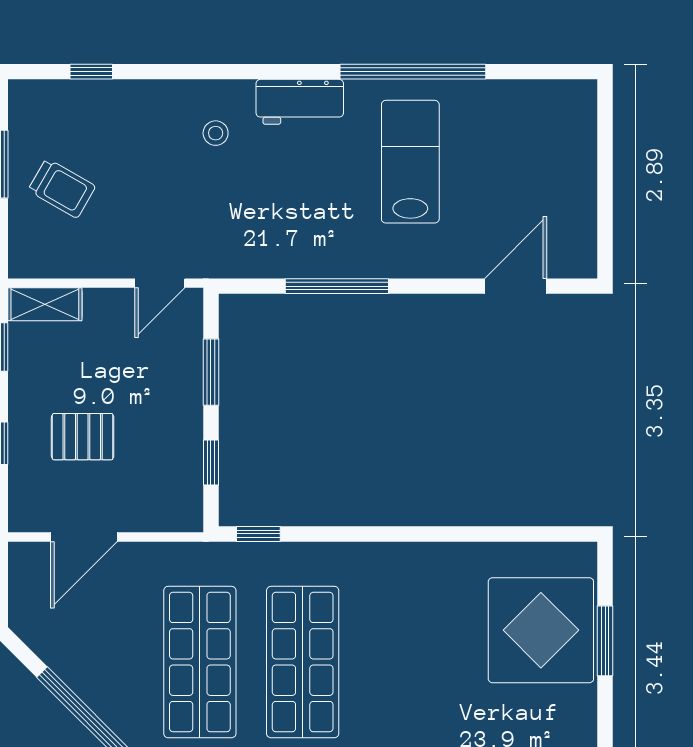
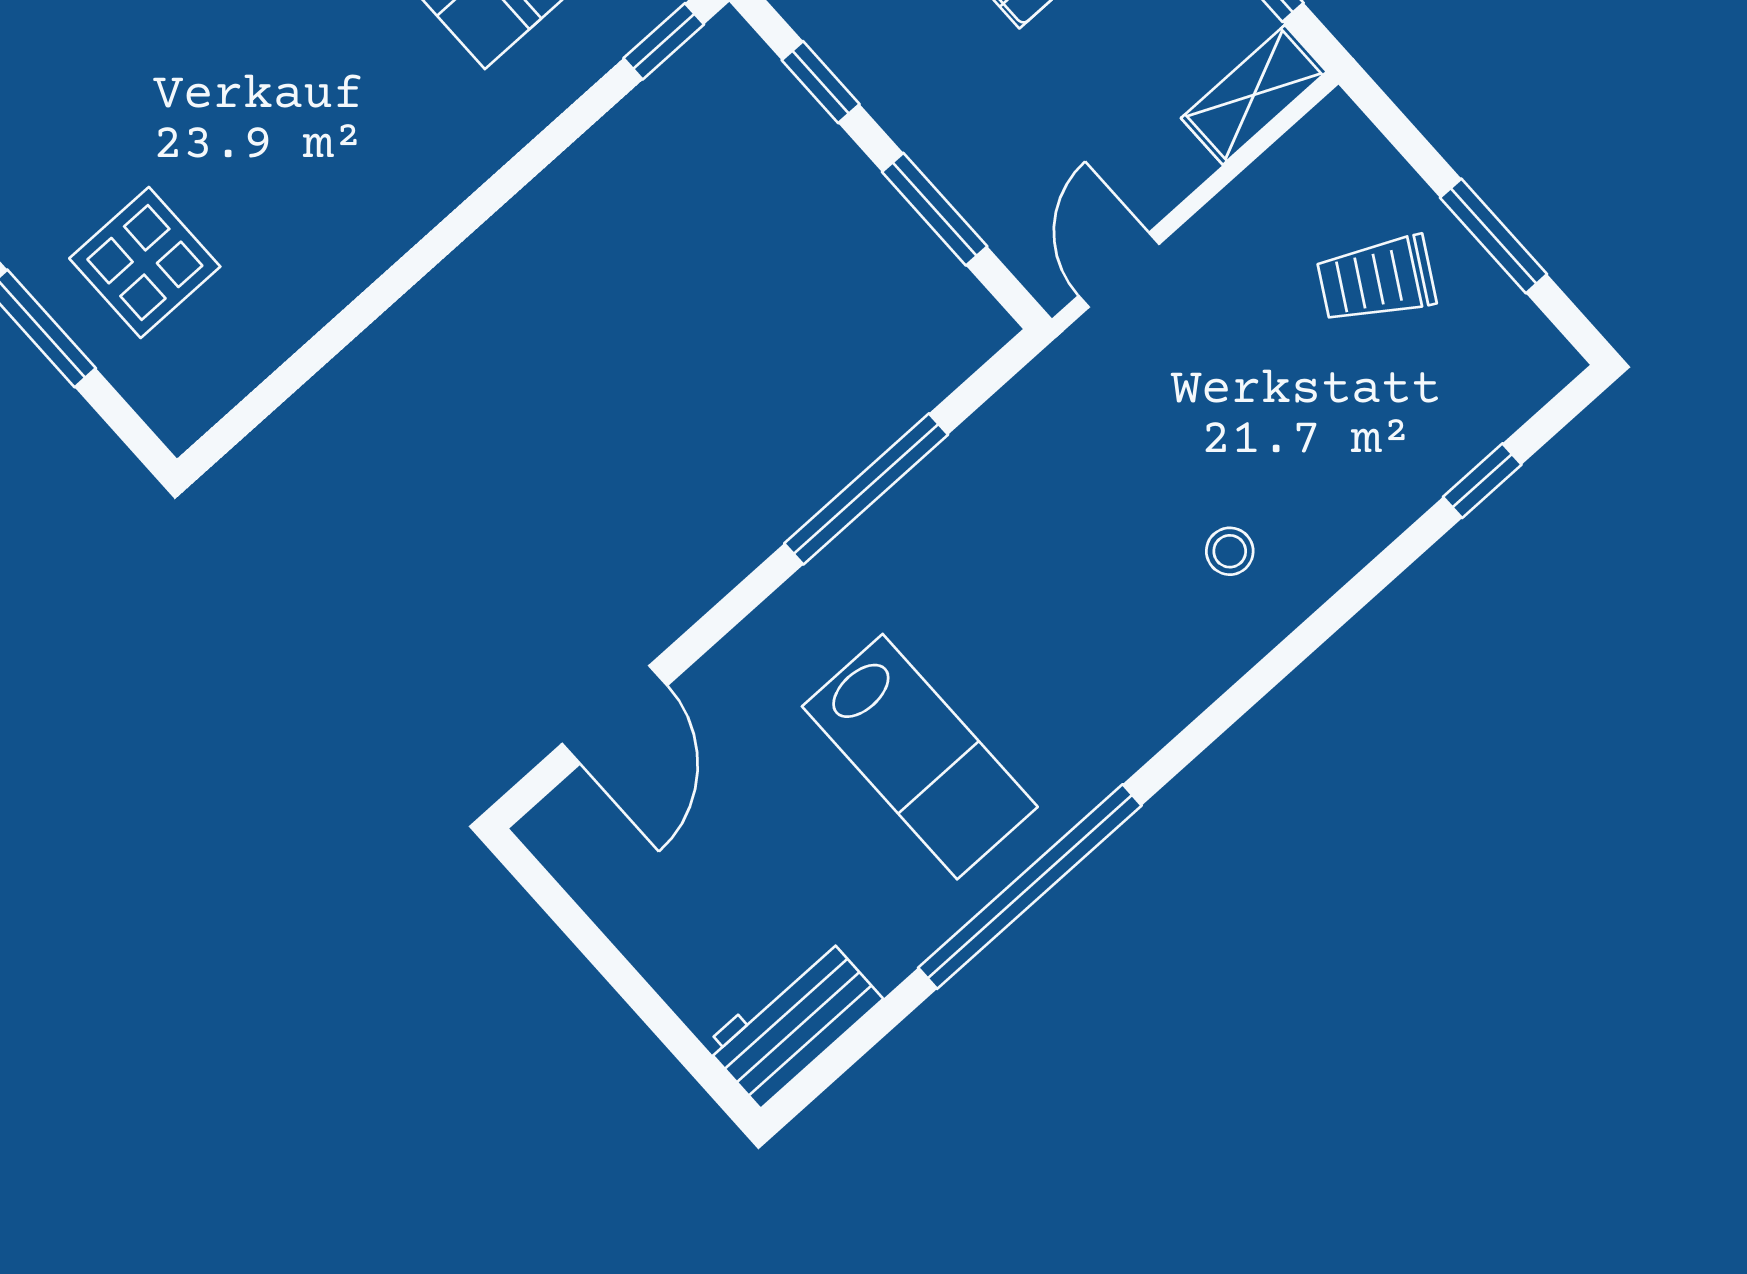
workbench: (300, 102) -> (794, 1022), moved
display table: (541, 630) -> (145, 262), width x0.54, depth x0.54

